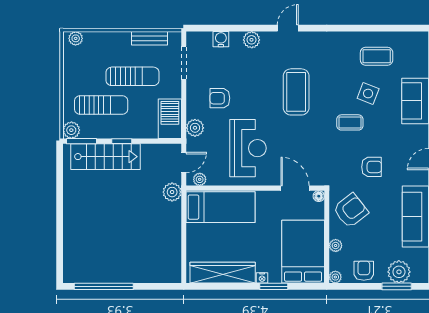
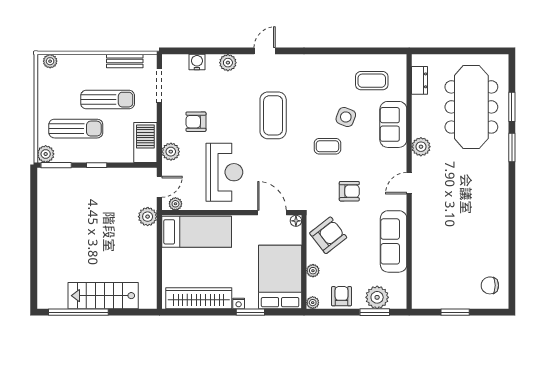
coffee table: (377, 56) -> (372, 81), moved
stairs: (106, 157) -> (103, 296), moved, turned 180

